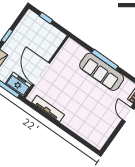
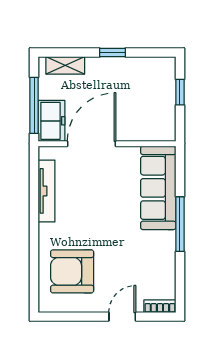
sofa: (102, 72) -> (158, 188), moved
armchair: (92, 123) -> (72, 271), added

